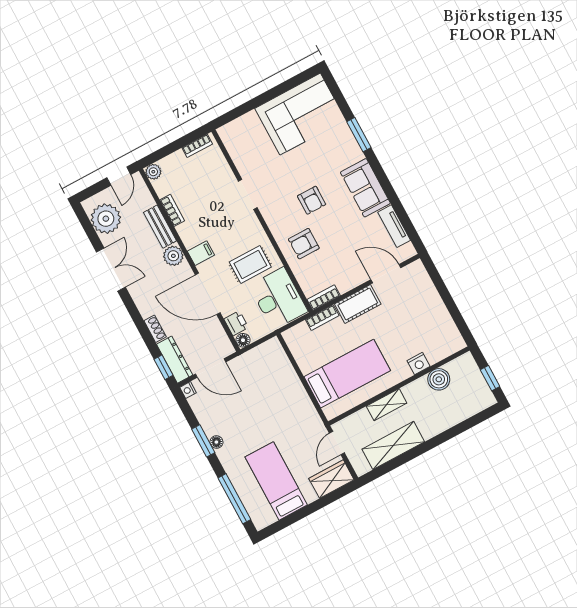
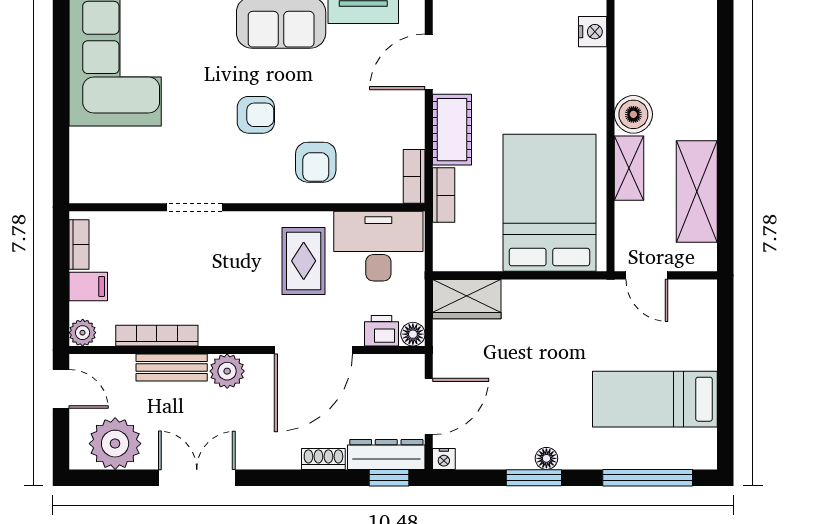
bookcase: (172, 210) -> (157, 336), width x1.56
filing cabinet: (201, 253) -> (88, 286), moved, turned 90
nightstand: (419, 364) -> (593, 32), moved
bed: (347, 374) -> (549, 203), width x1.50
boiler: (439, 379) -> (633, 114), moved
wardrobe: (331, 479) -> (467, 299), moved, turned -90

